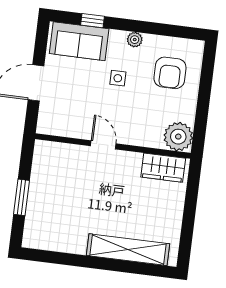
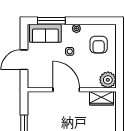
window: (92, 21) -> (51, 21), width x2.17
door: (103, 145) -> (66, 90), width x1.88

